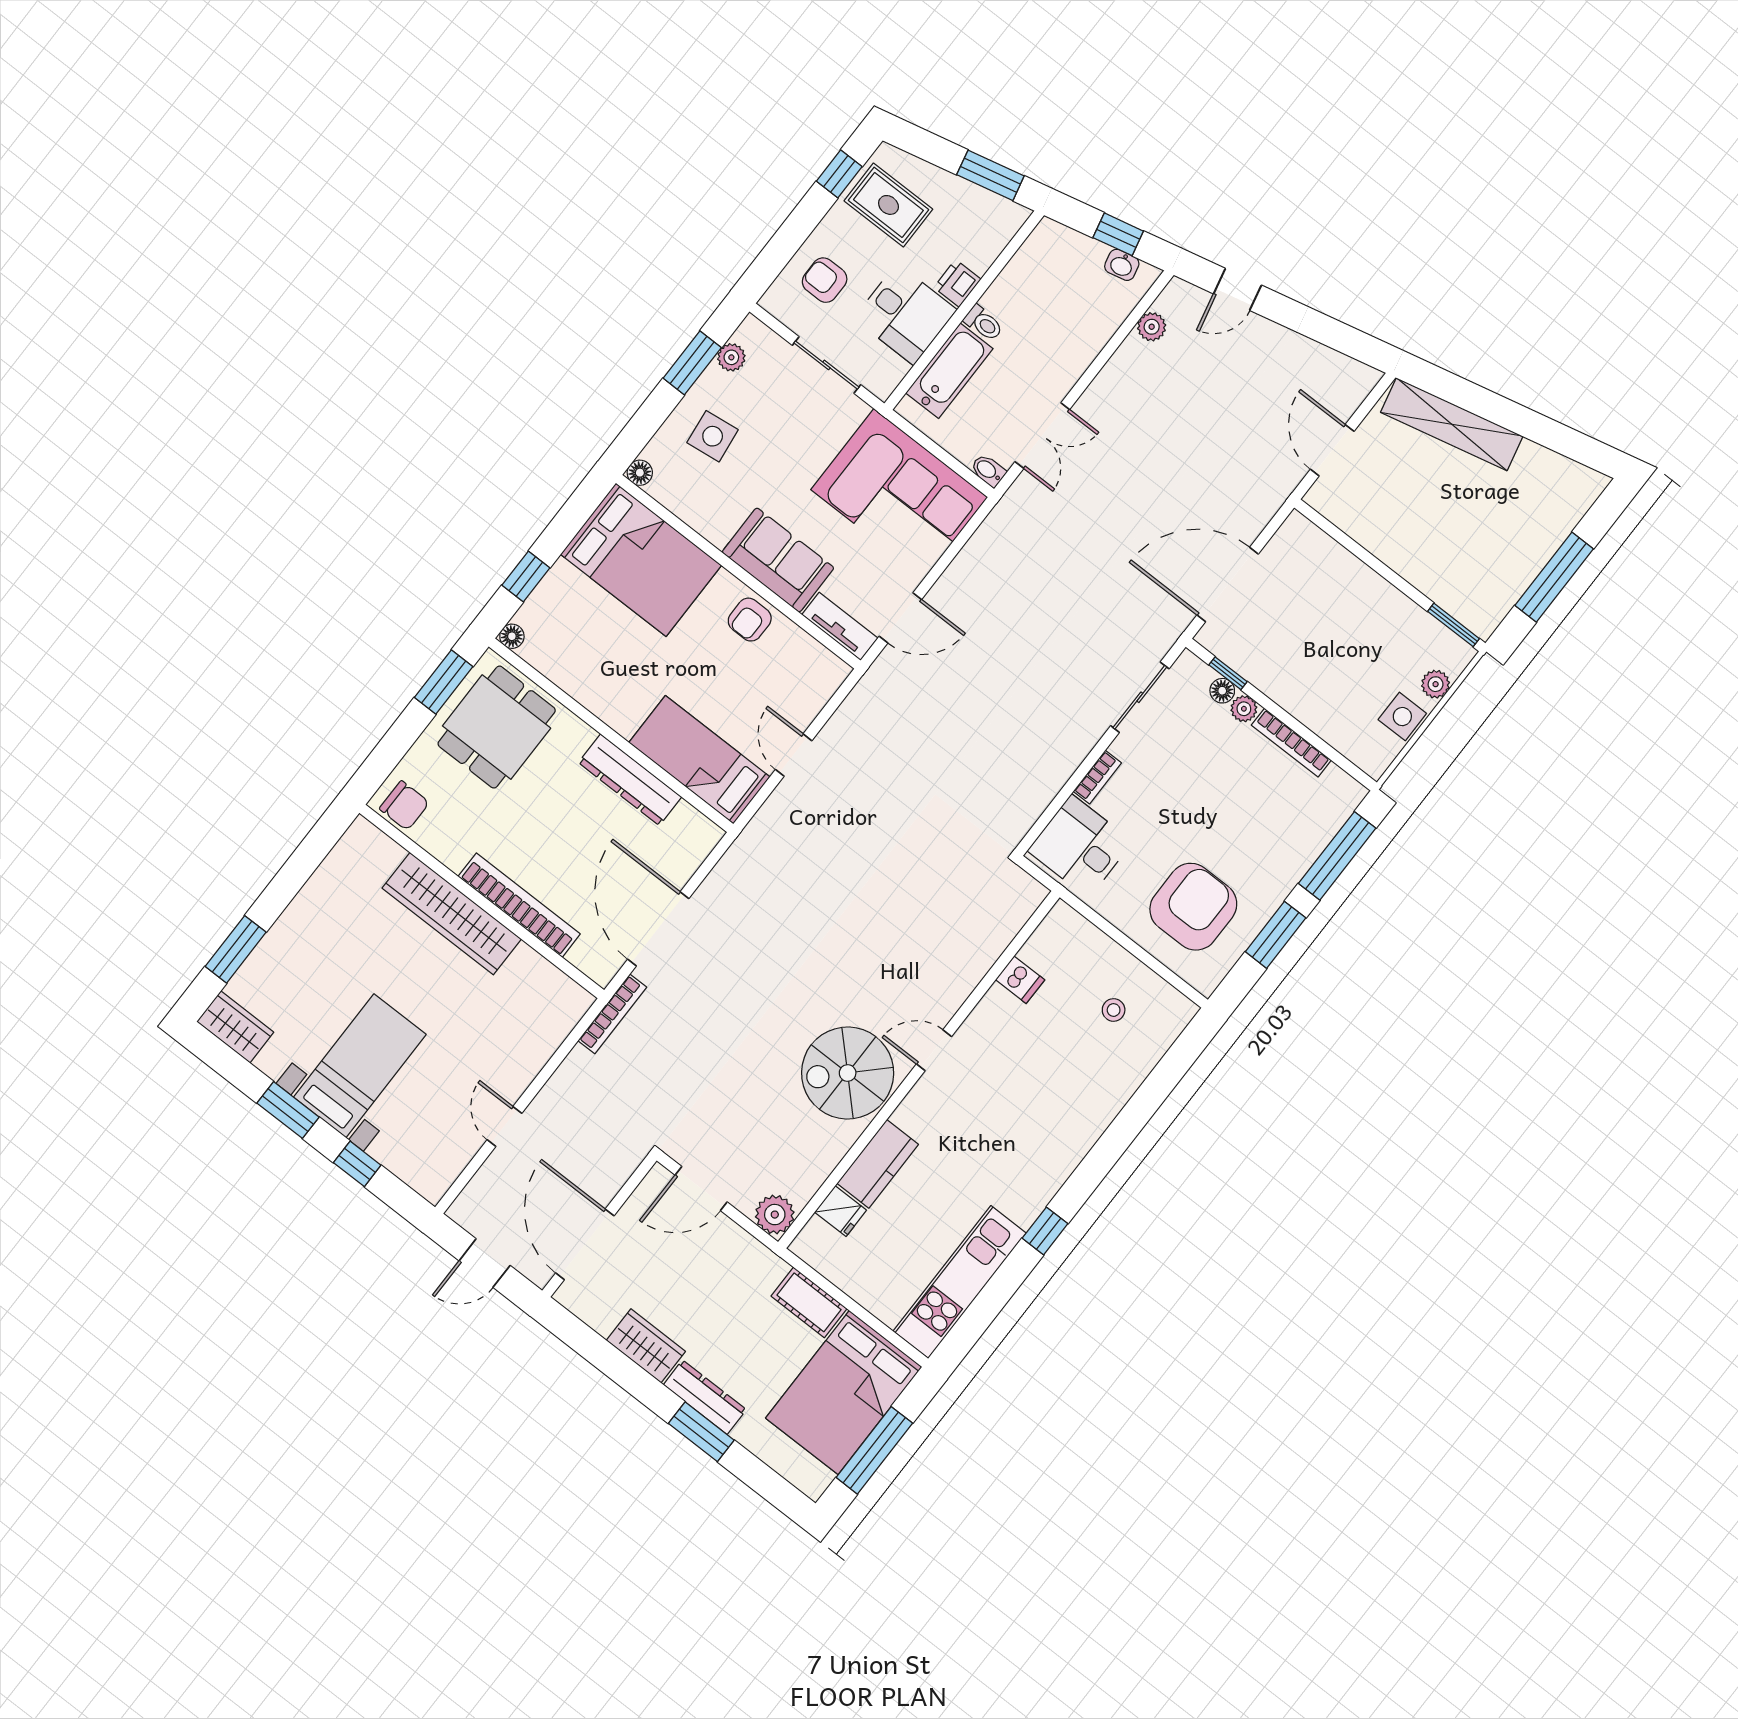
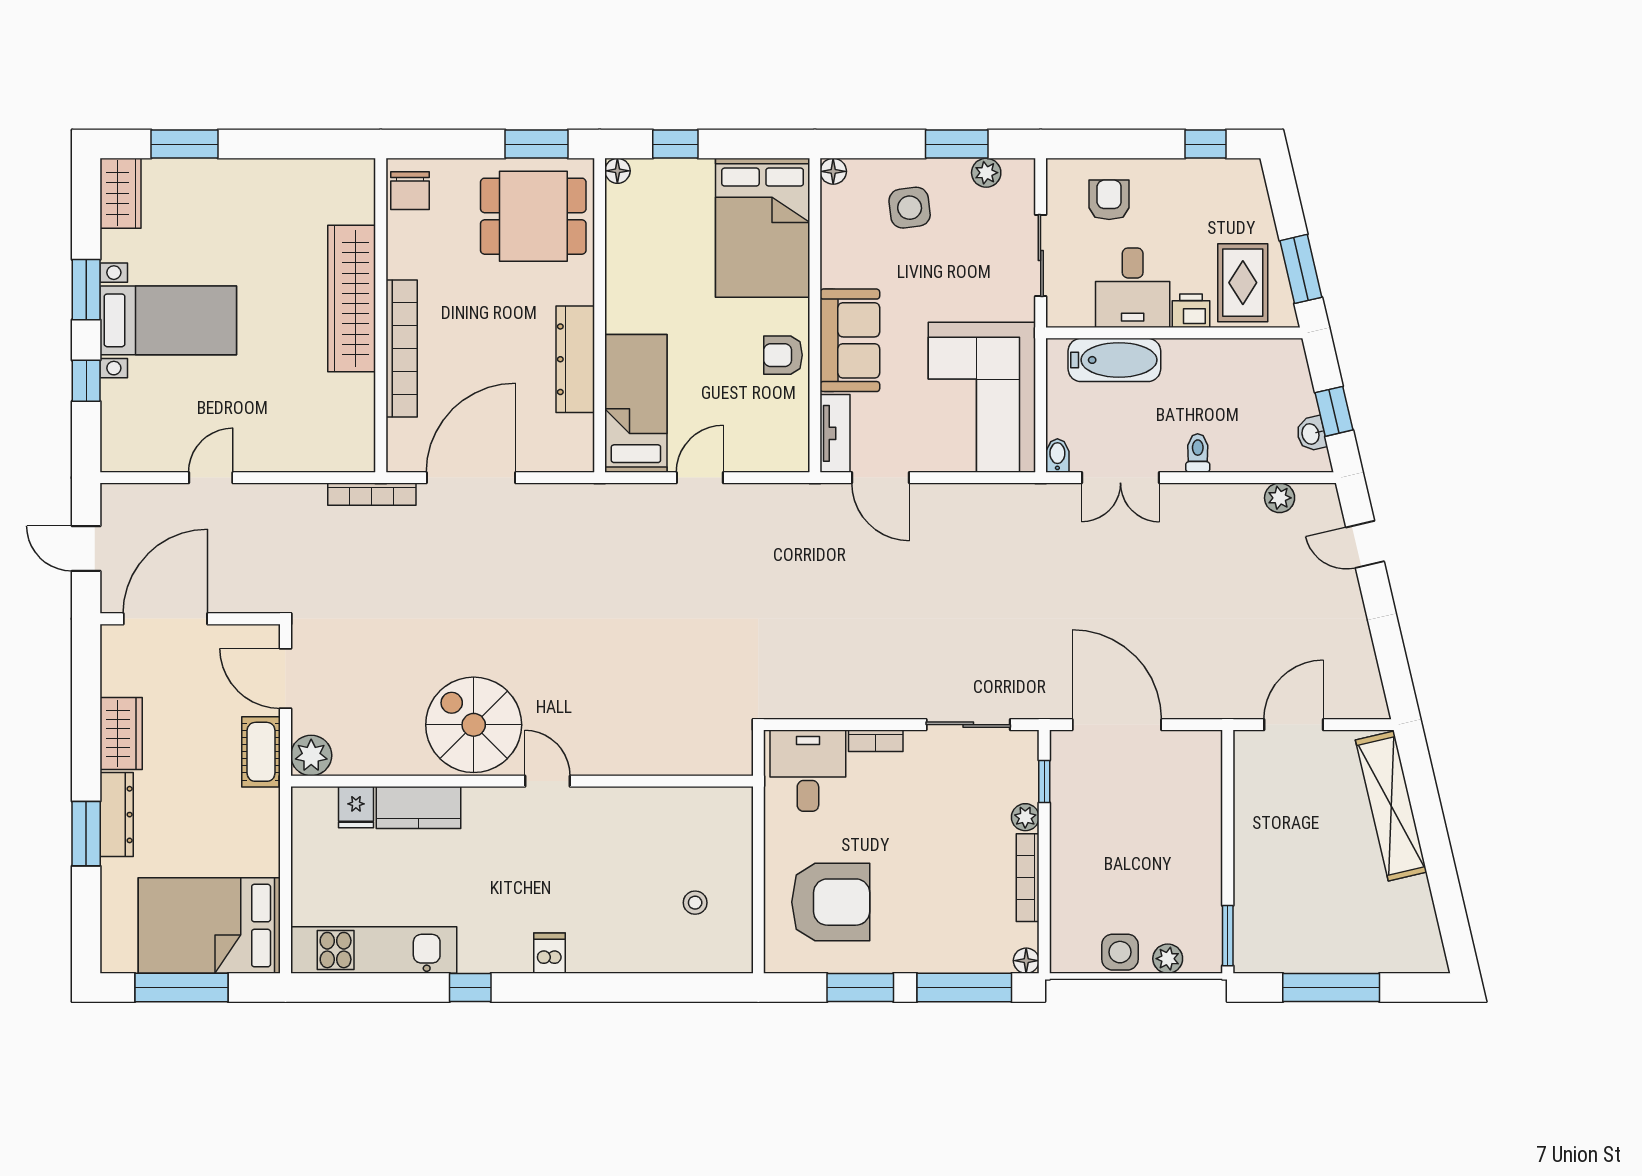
rug: (888, 205) -> (1243, 283), moved
toilet: (983, 323) -> (1198, 453), moved, turned 180
floor lamp: (1222, 691) -> (1026, 961), moved
dishwasher: (1020, 980) -> (550, 953), moved, turned 180
cot: (809, 1302) -> (261, 752), moved

